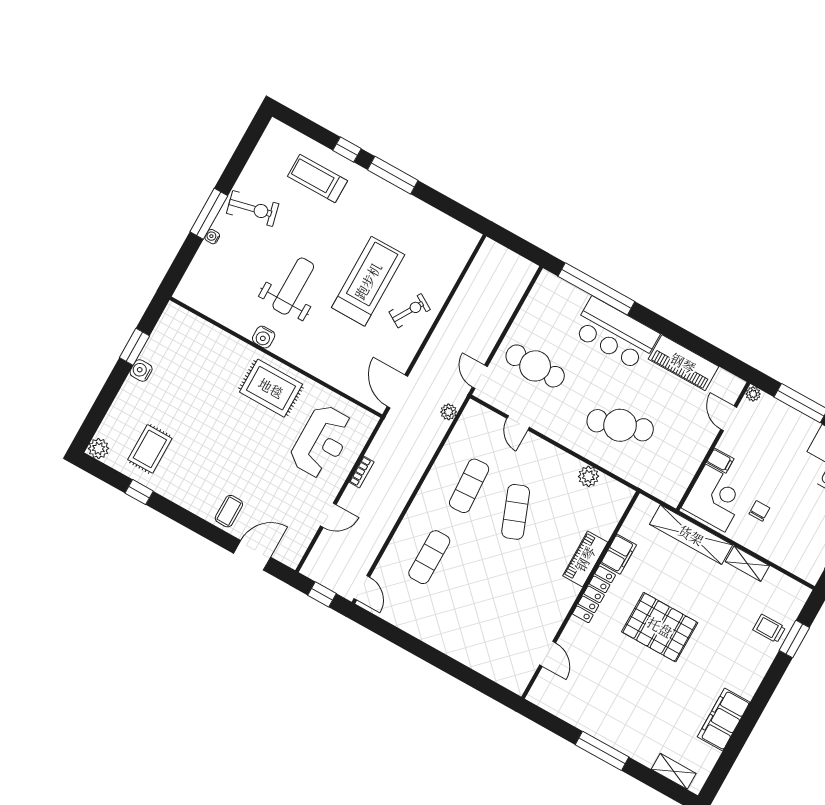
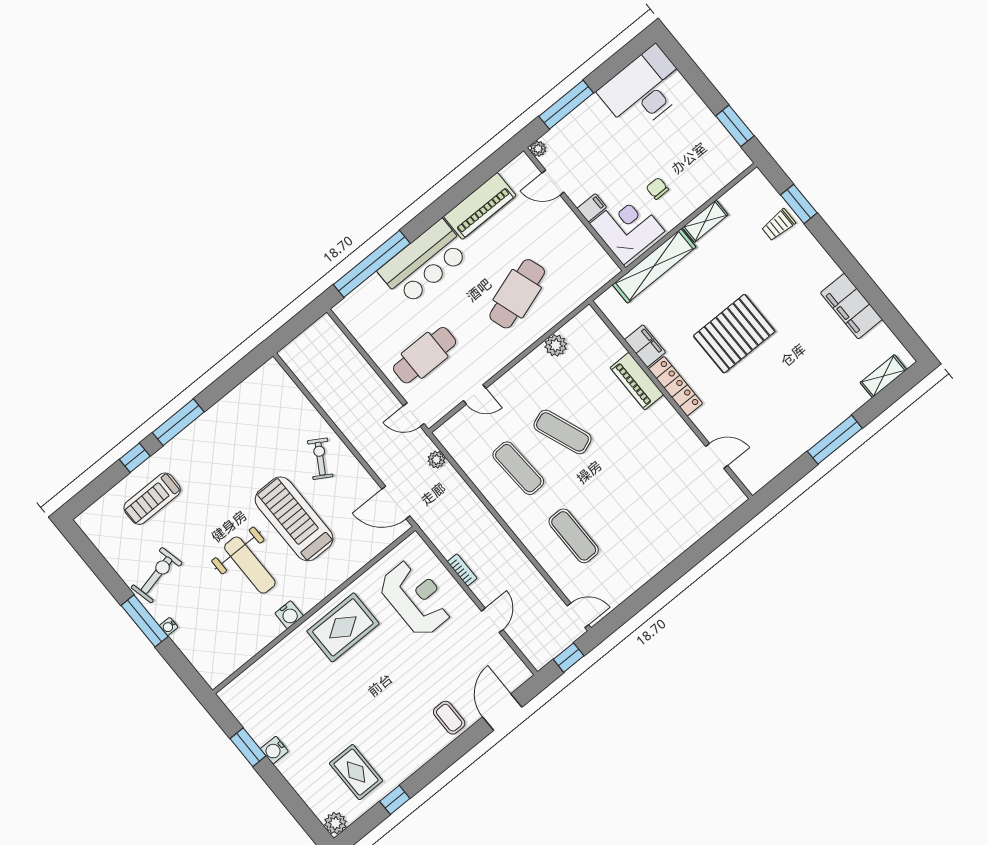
treadmill: (368, 281) -> (294, 519), moved
weight bench: (293, 286) -> (250, 565), turned 180

